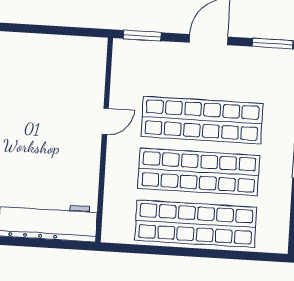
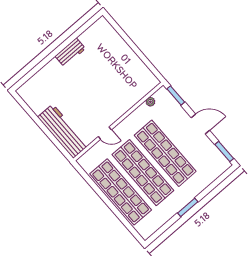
plant: (119, 75) -> (150, 102), added
door: (105, 121) -> (105, 133), moved

